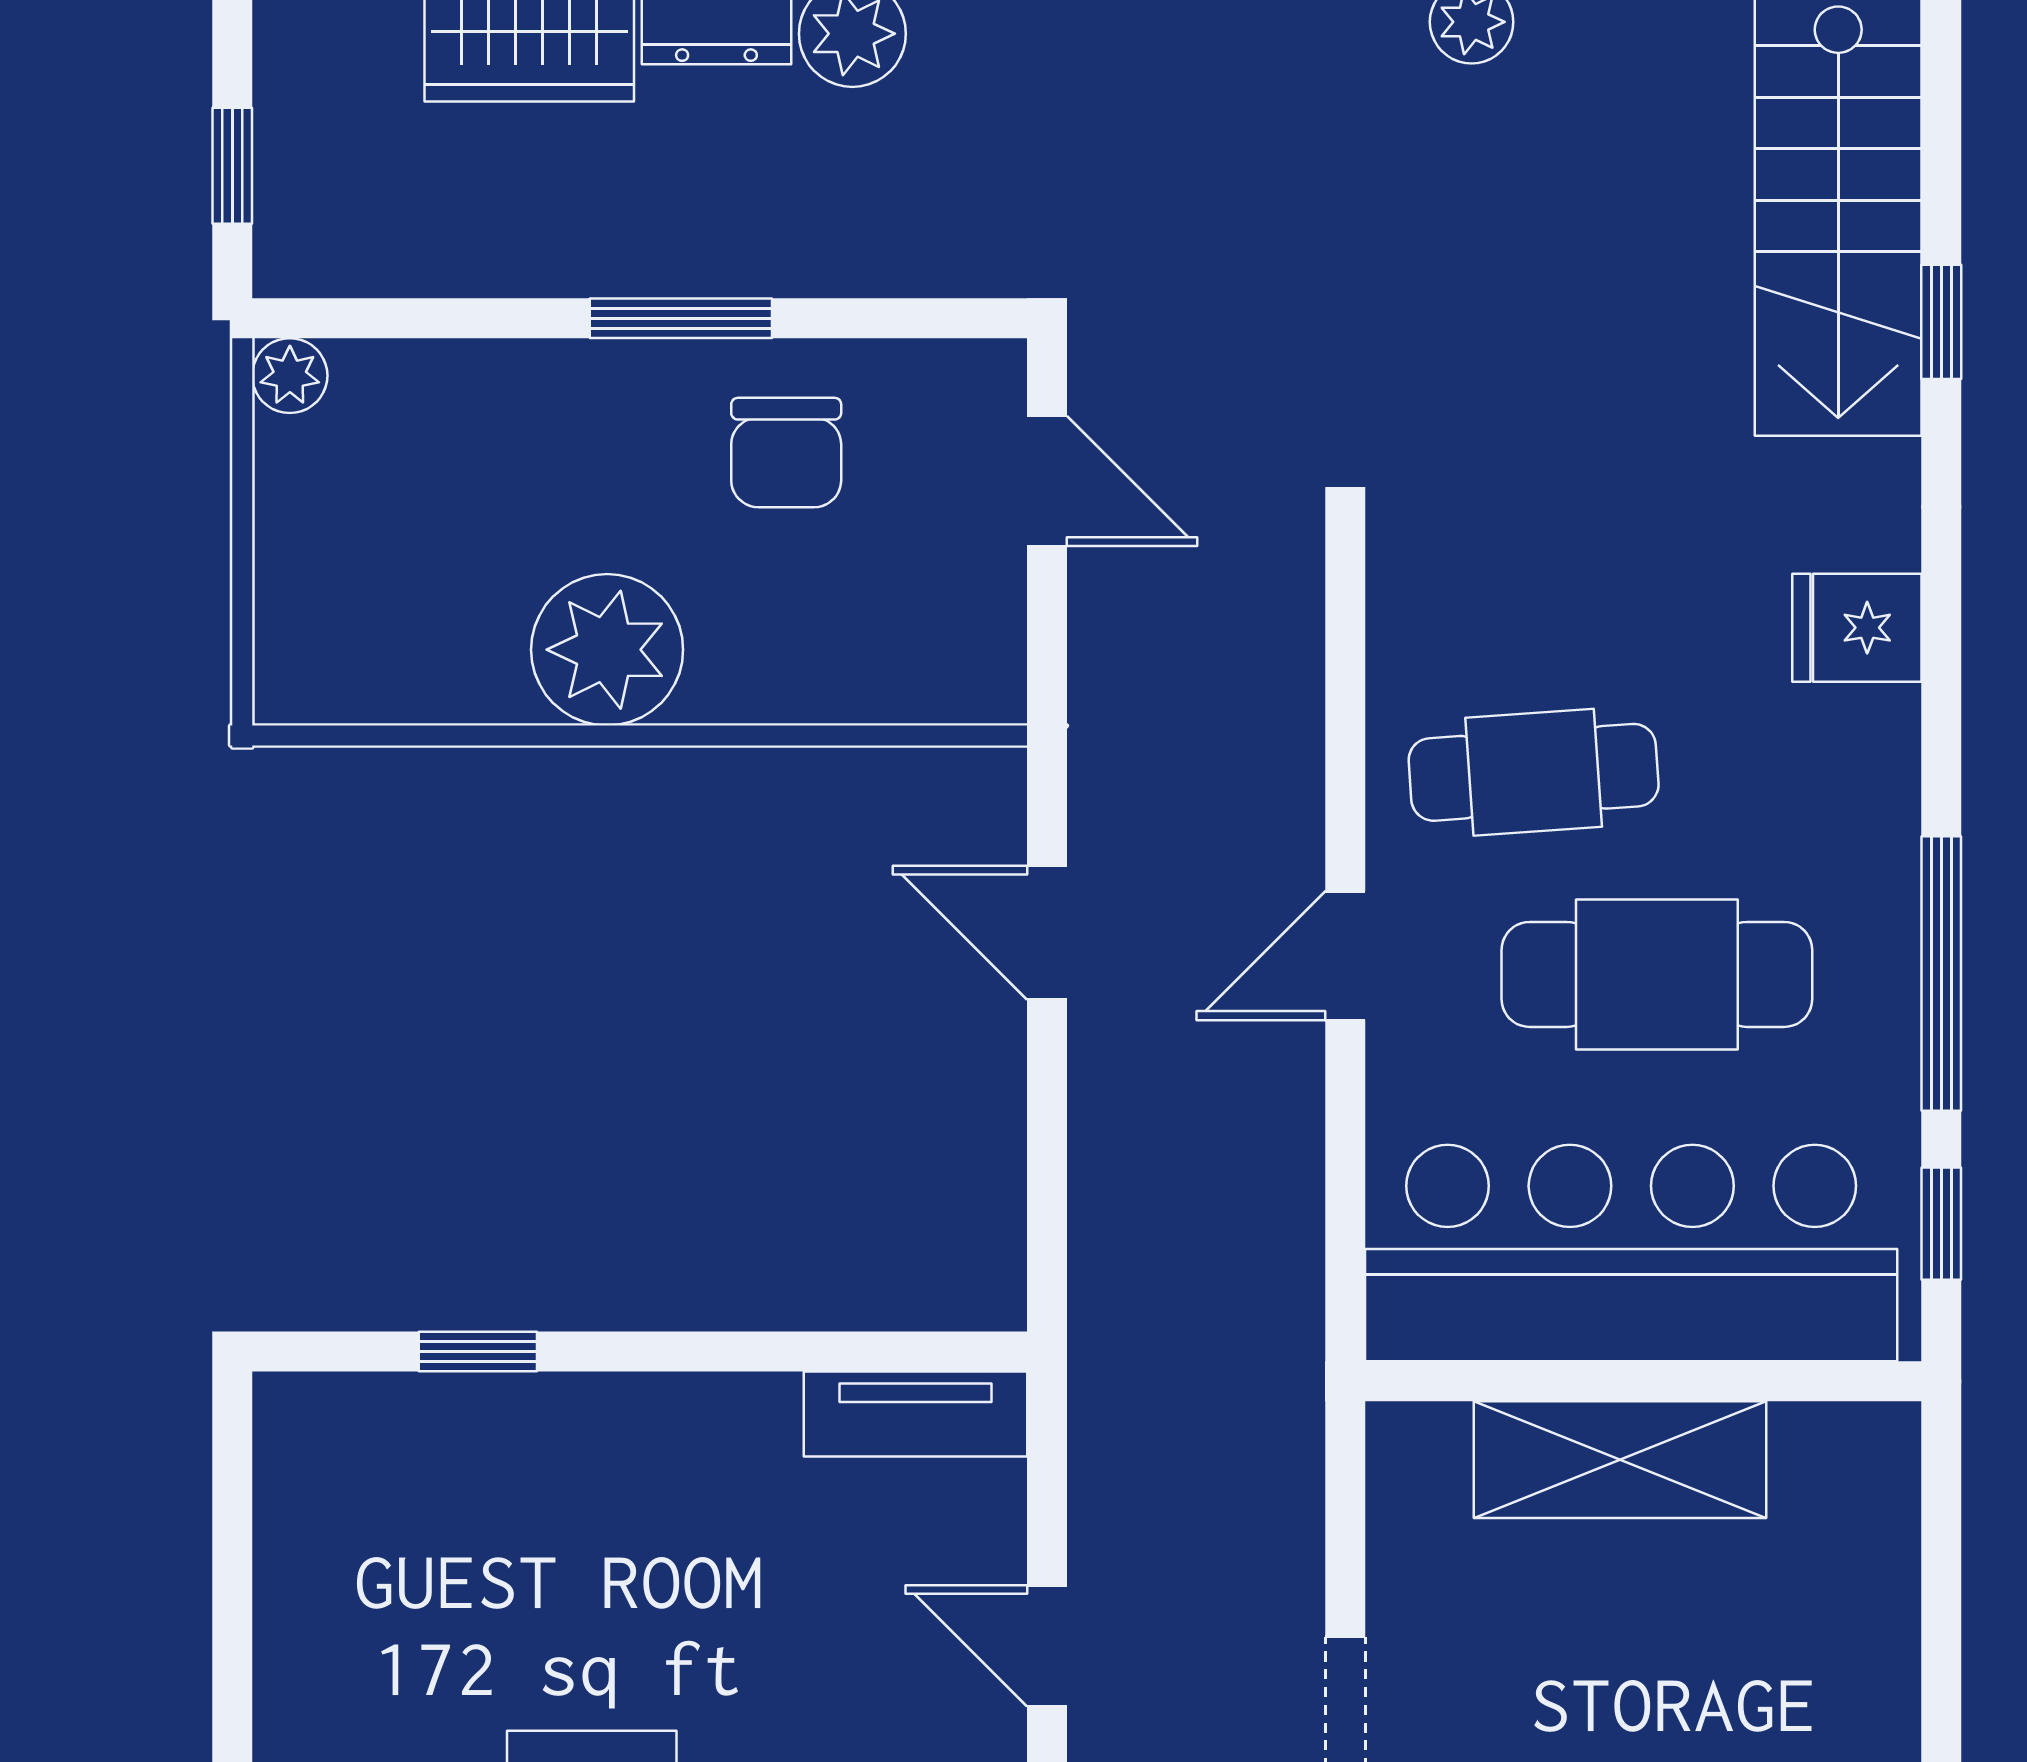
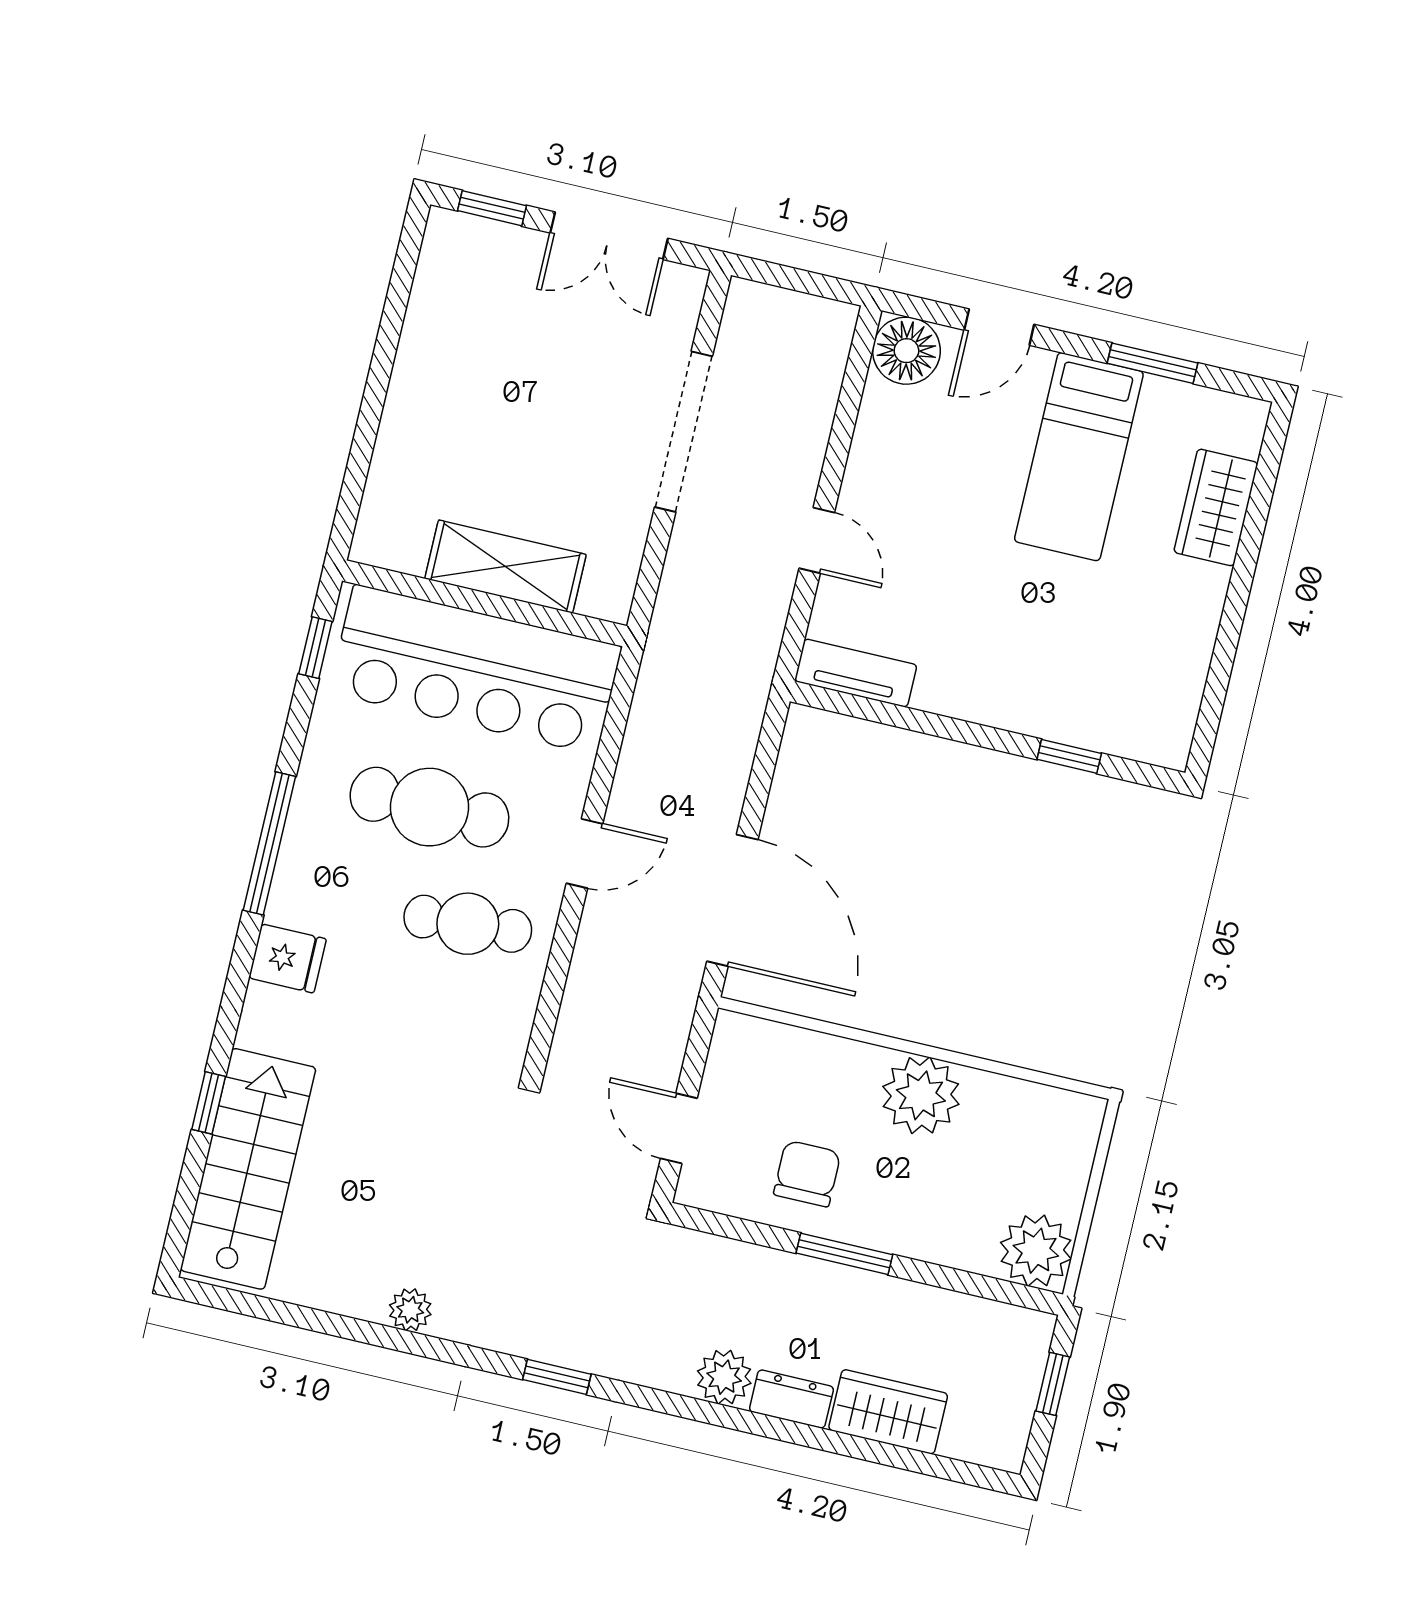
plant: (290, 376) -> (1036, 1251), width x1.88, depth x1.88
door: (1047, 933) -> (732, 900), width x1.88
window: (1941, 973) -> (269, 843), moved

